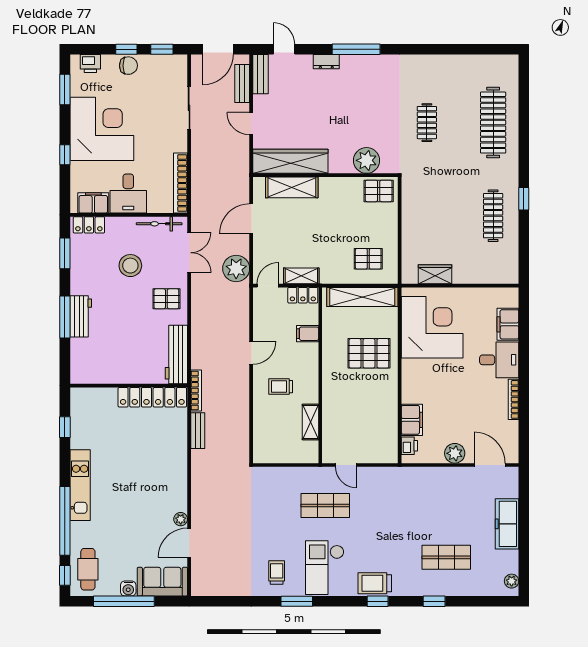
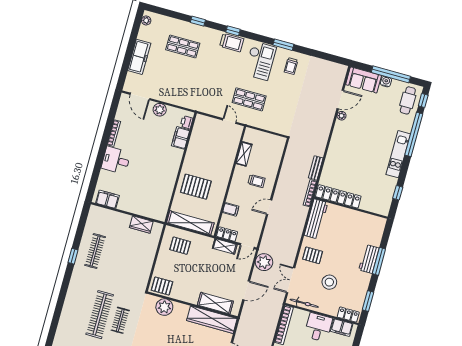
clothes rail: (493, 123) -> (100, 315), moved
filing cabinet: (508, 324) -> (107, 199), moved, turned -90
corner desk: (432, 327) -> (152, 192), removed

